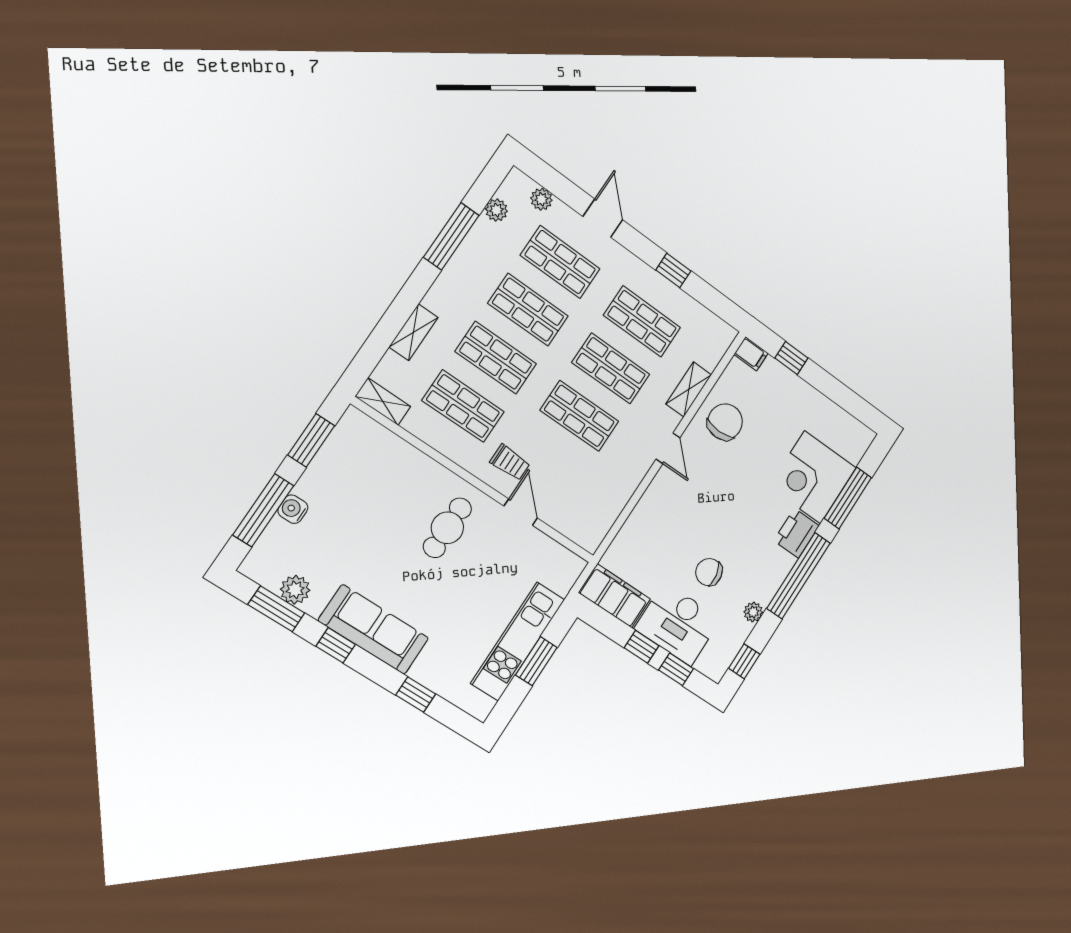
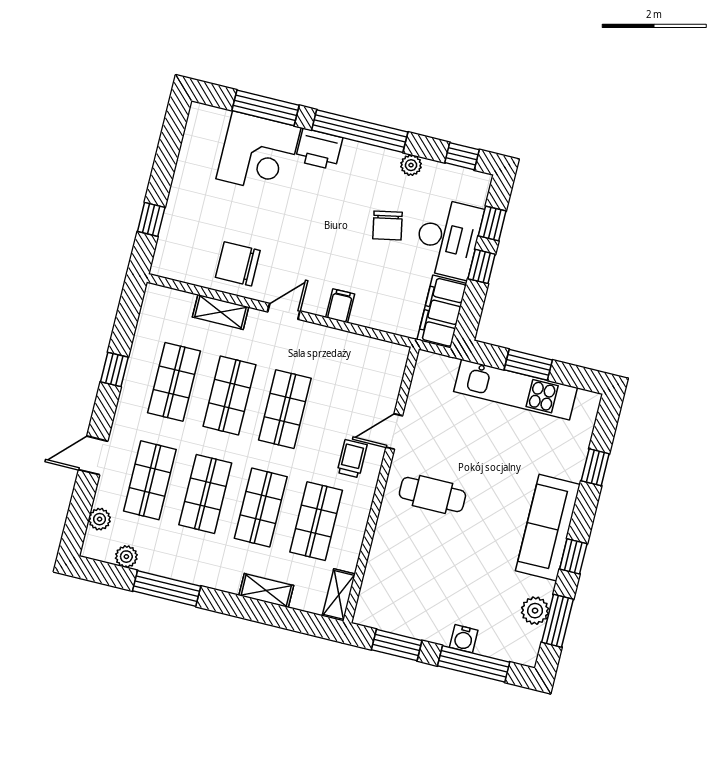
filing cabinet: (751, 354) -> (340, 306), moved

